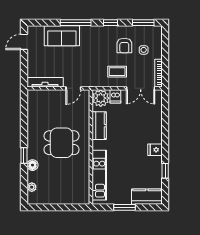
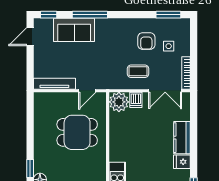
window: (111, 23) -> (49, 15), moved
kitchen counter: (99, 126) -> (182, 138), moved, turned 180
dining table: (62, 143) -> (77, 132), moved

